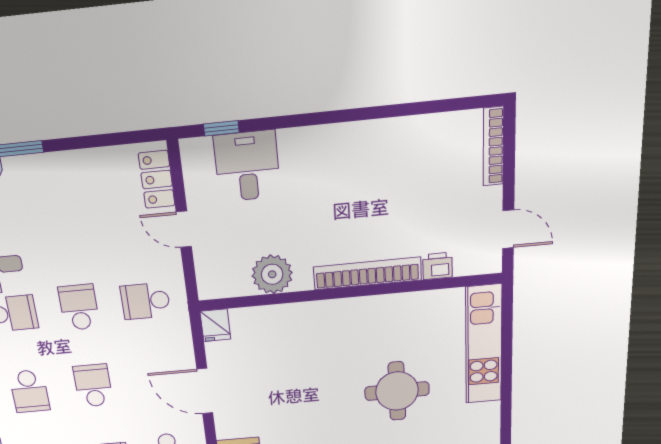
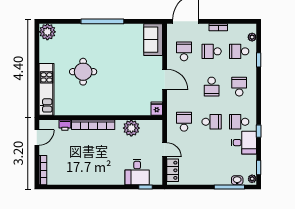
door: (508, 229) -> (37, 137), swing flipped
school desk: (145, 301) -> (184, 122), turned -90
school desk: (79, 307) -> (212, 122), turned -90

